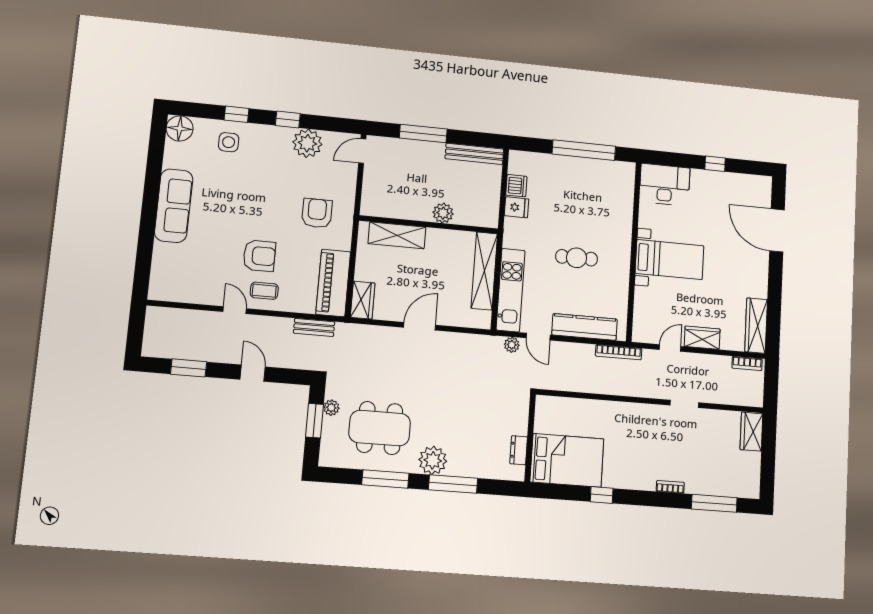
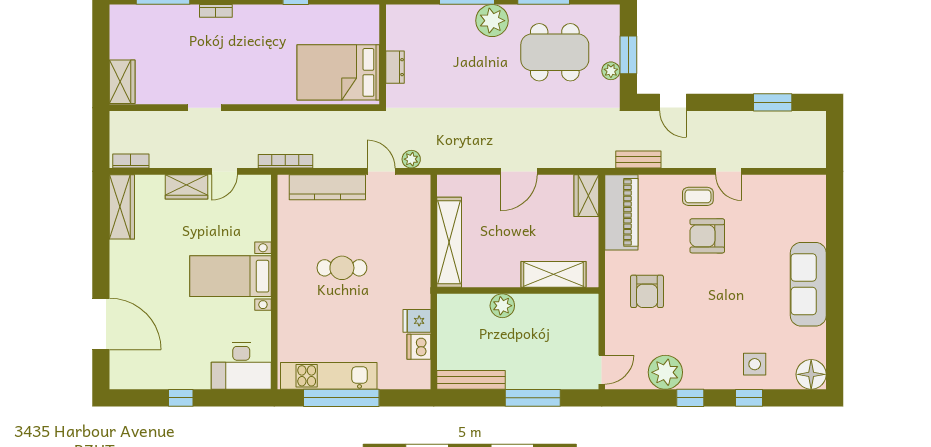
kitchen unit: (511, 290) -> (329, 376), moved, turned 90
door: (253, 373) -> (673, 102), moved
dresser: (519, 450) -> (395, 67), moved
bed: (567, 460) -> (338, 72), moved

